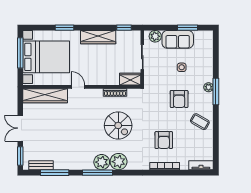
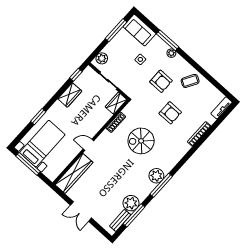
window: (187, 28) -> (116, 30), width x1.44
wardrobe: (98, 37) -> (70, 95), width x0.67
sofa: (178, 39) -> (140, 30), moved, turned 90
bed with nightstands: (46, 57) -> (42, 144), width x0.73
window: (216, 92) -> (168, 40), moved
spiral stairs: (118, 125) -> (141, 141), turned 180
armchair: (164, 140) -> (170, 113), moved
window: (20, 156) -> (100, 229), removed
plant: (119, 162) -> (131, 203), moved

